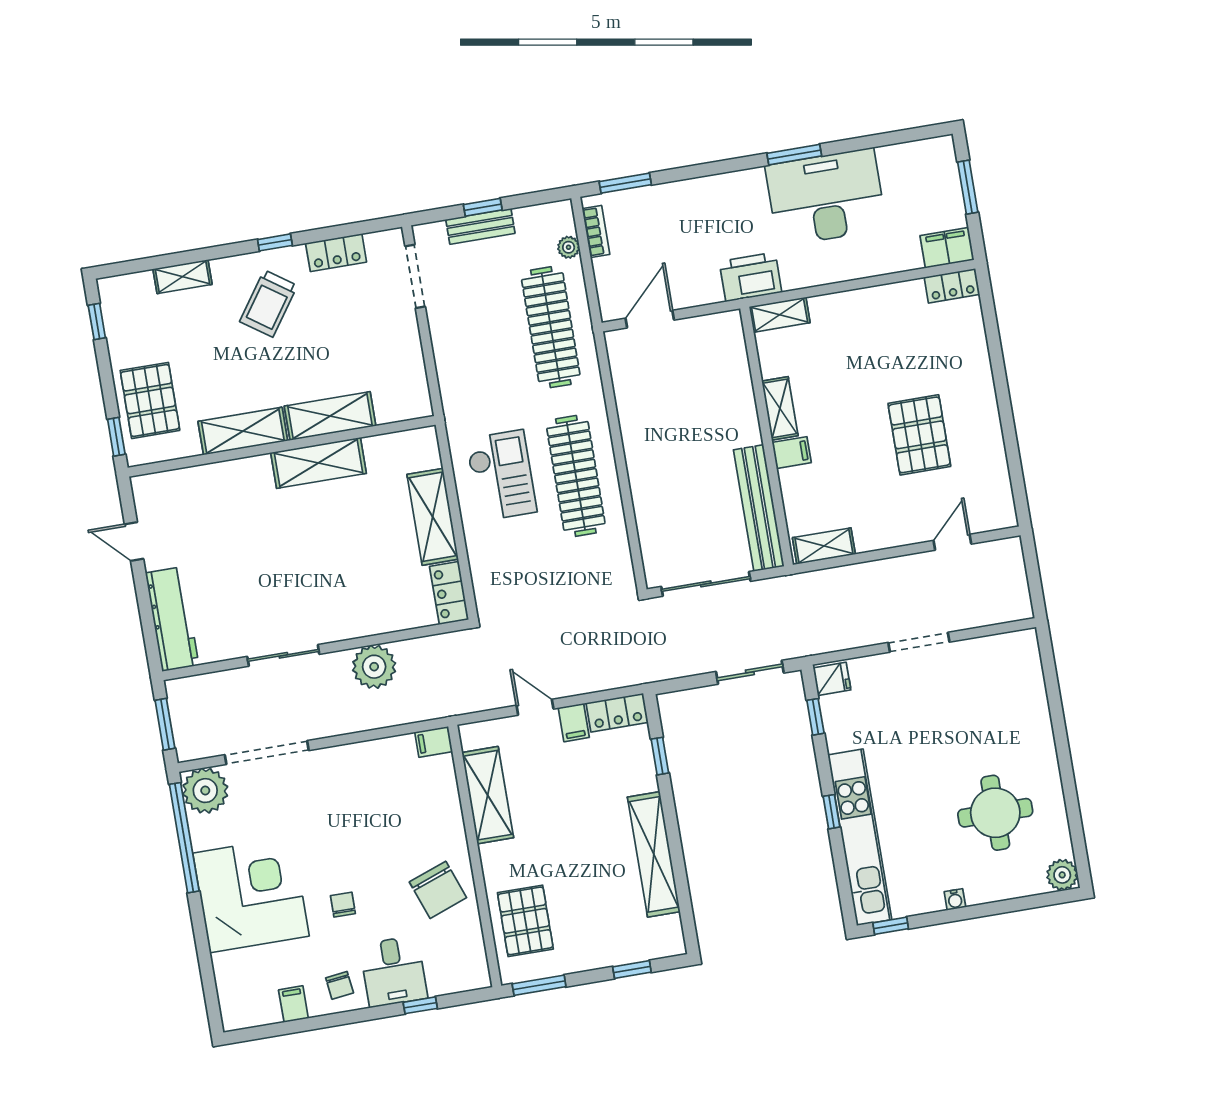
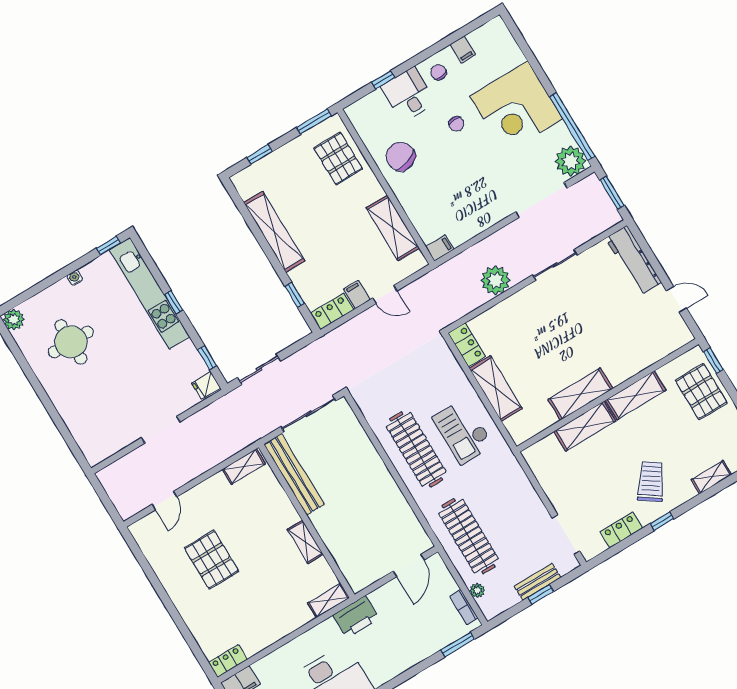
filing cabinet: (792, 453) -> (287, 517), removed

